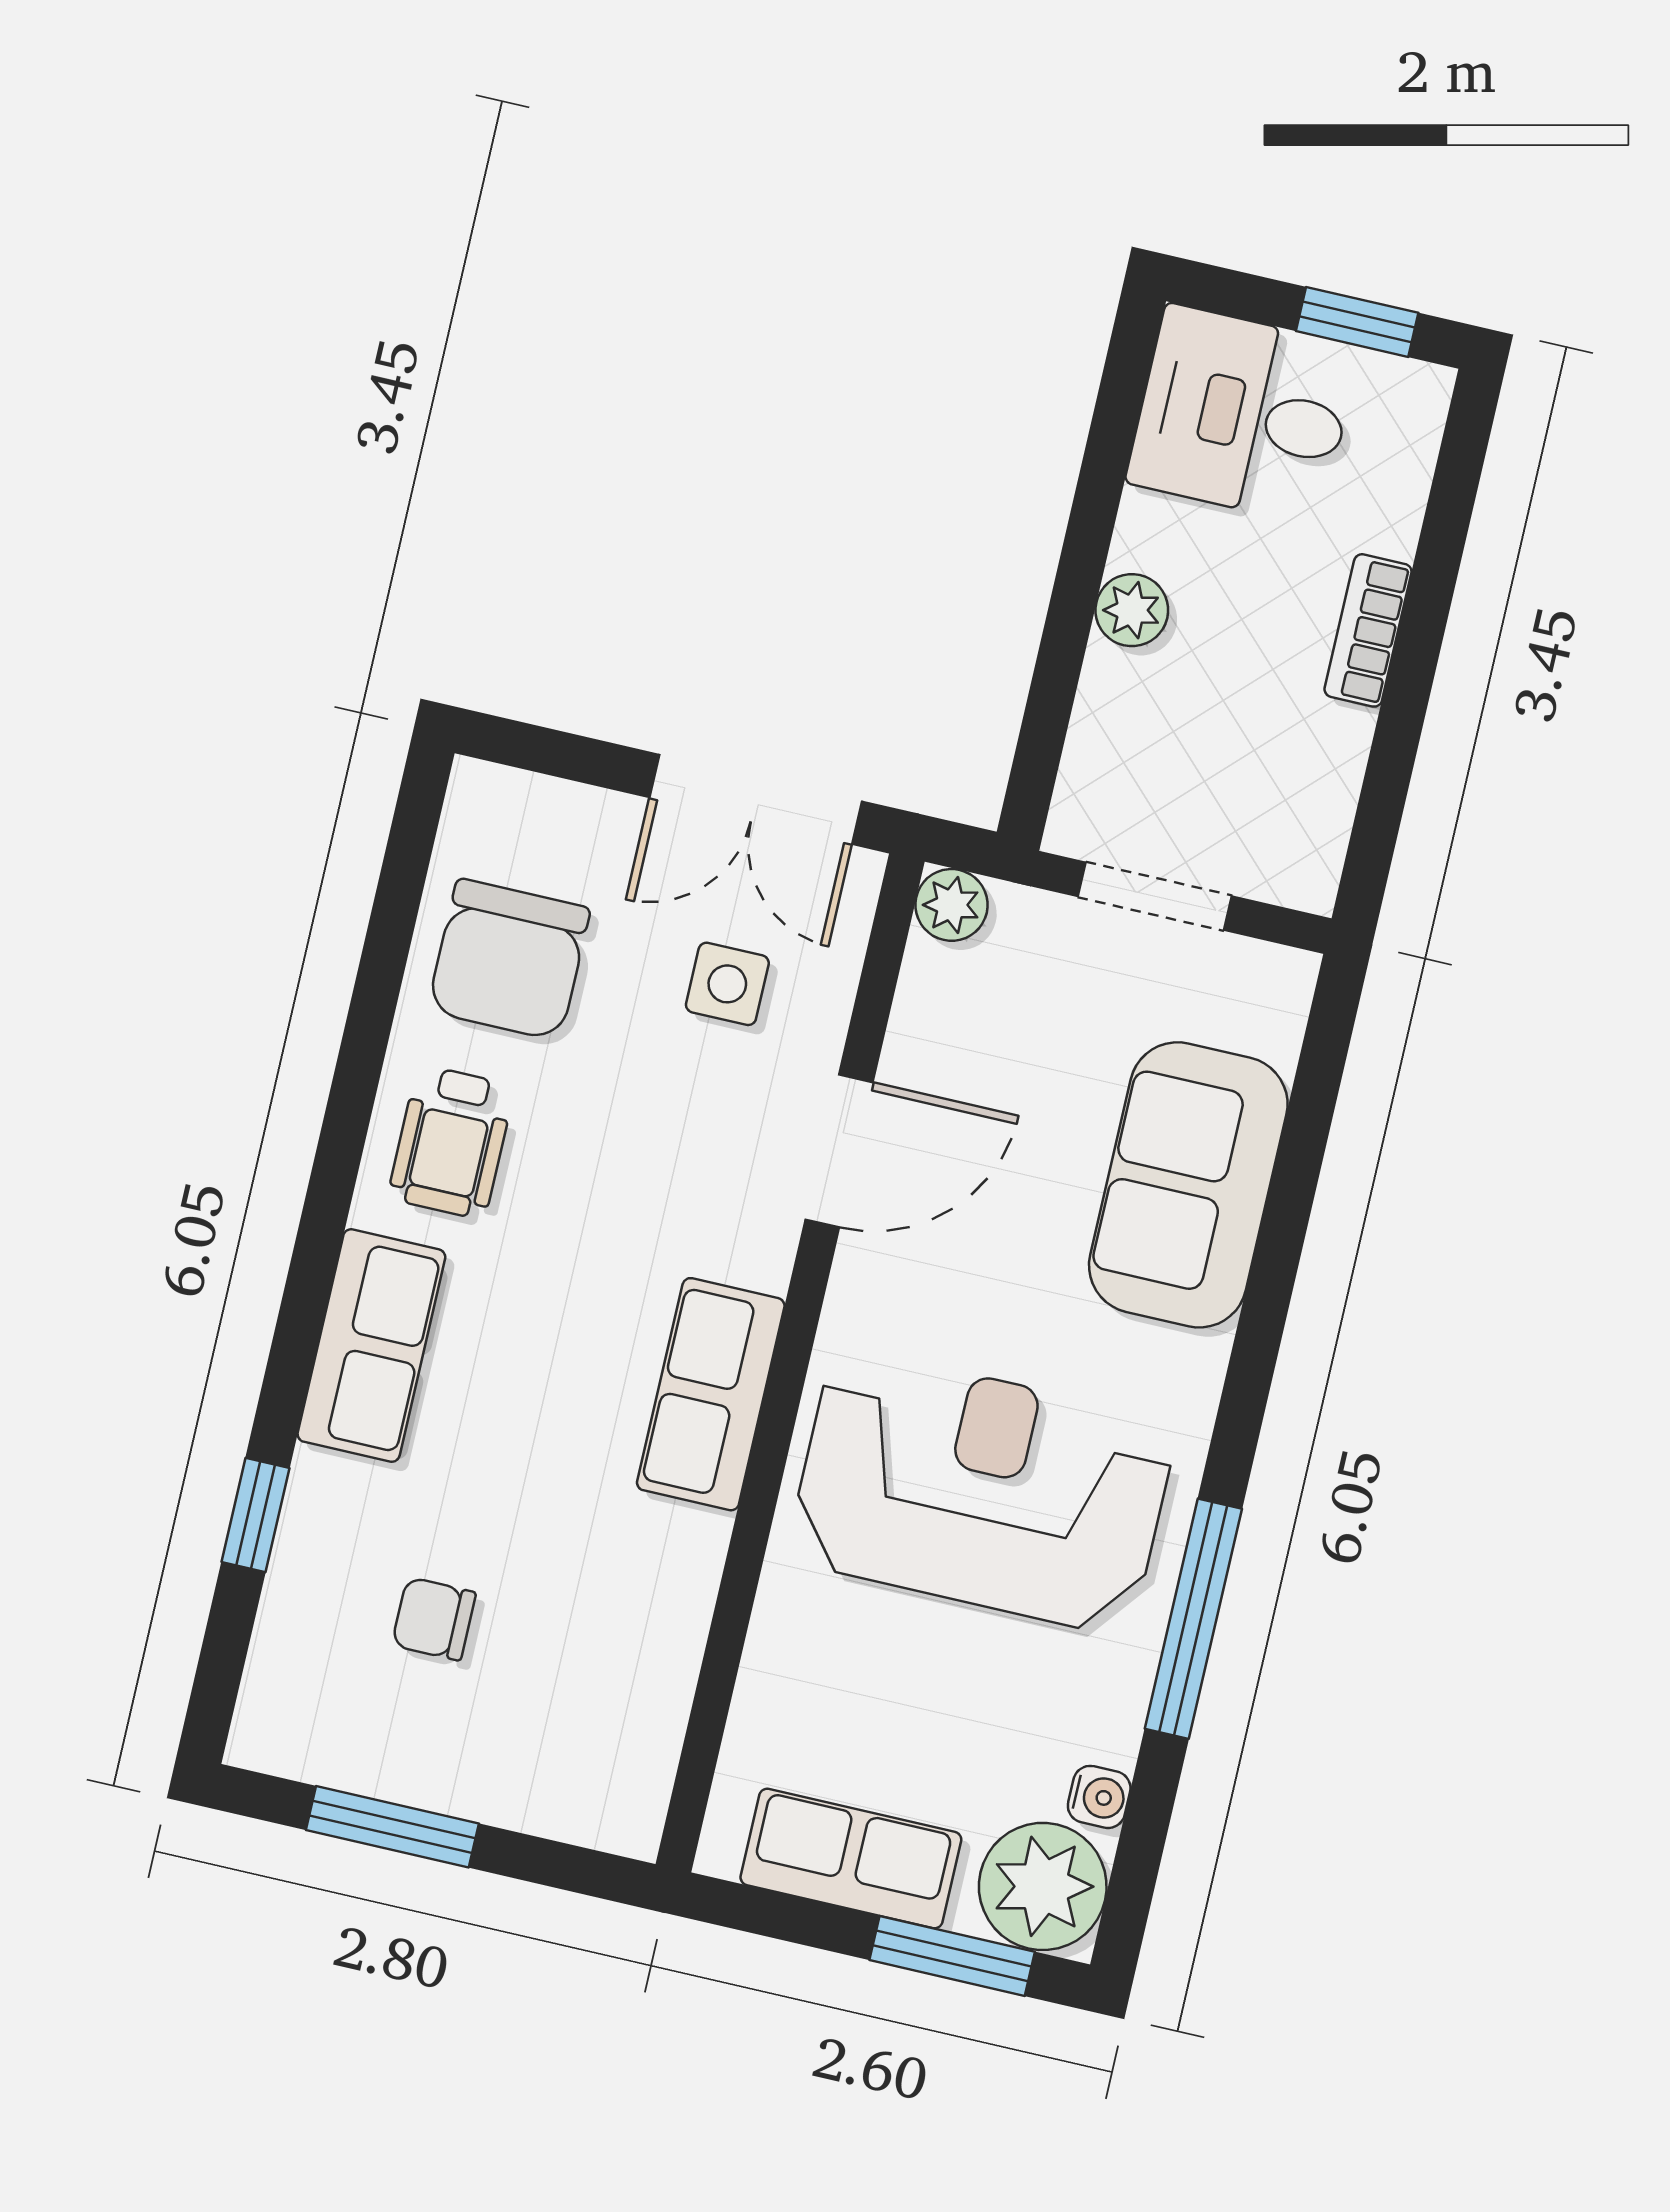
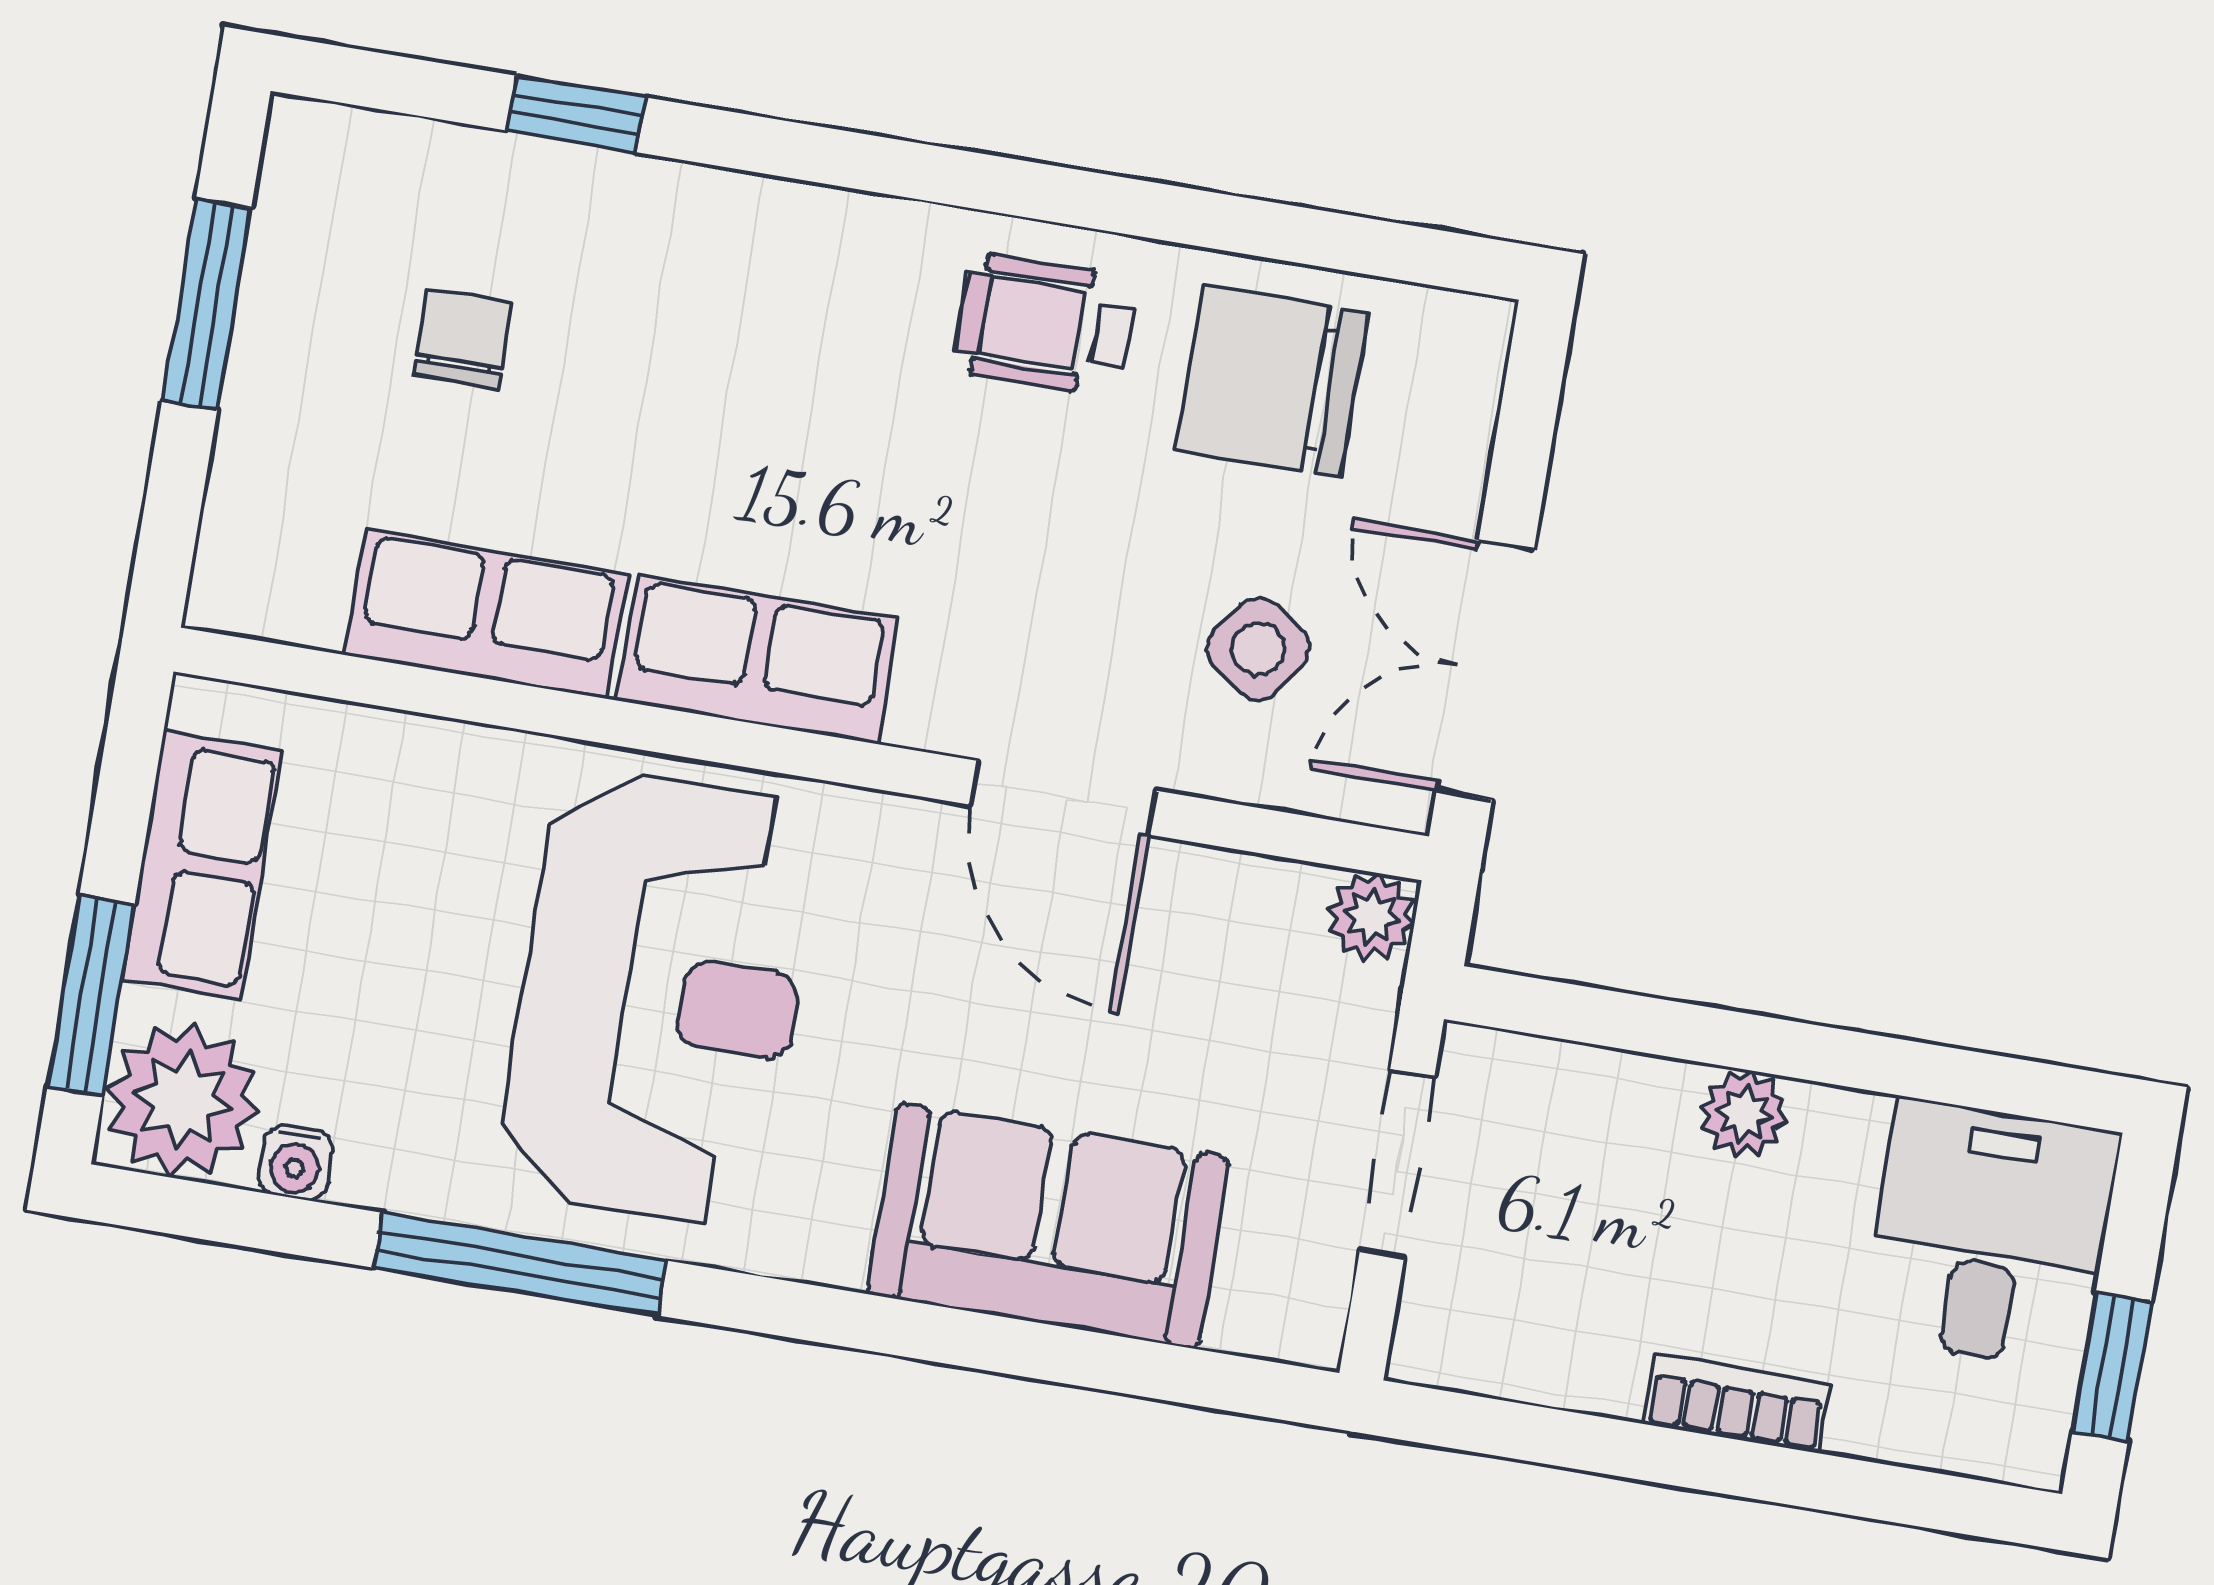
side table: (727, 984) -> (1258, 649), turned 35
row of seats: (371, 1346) -> (486, 614), moved, turned 180

